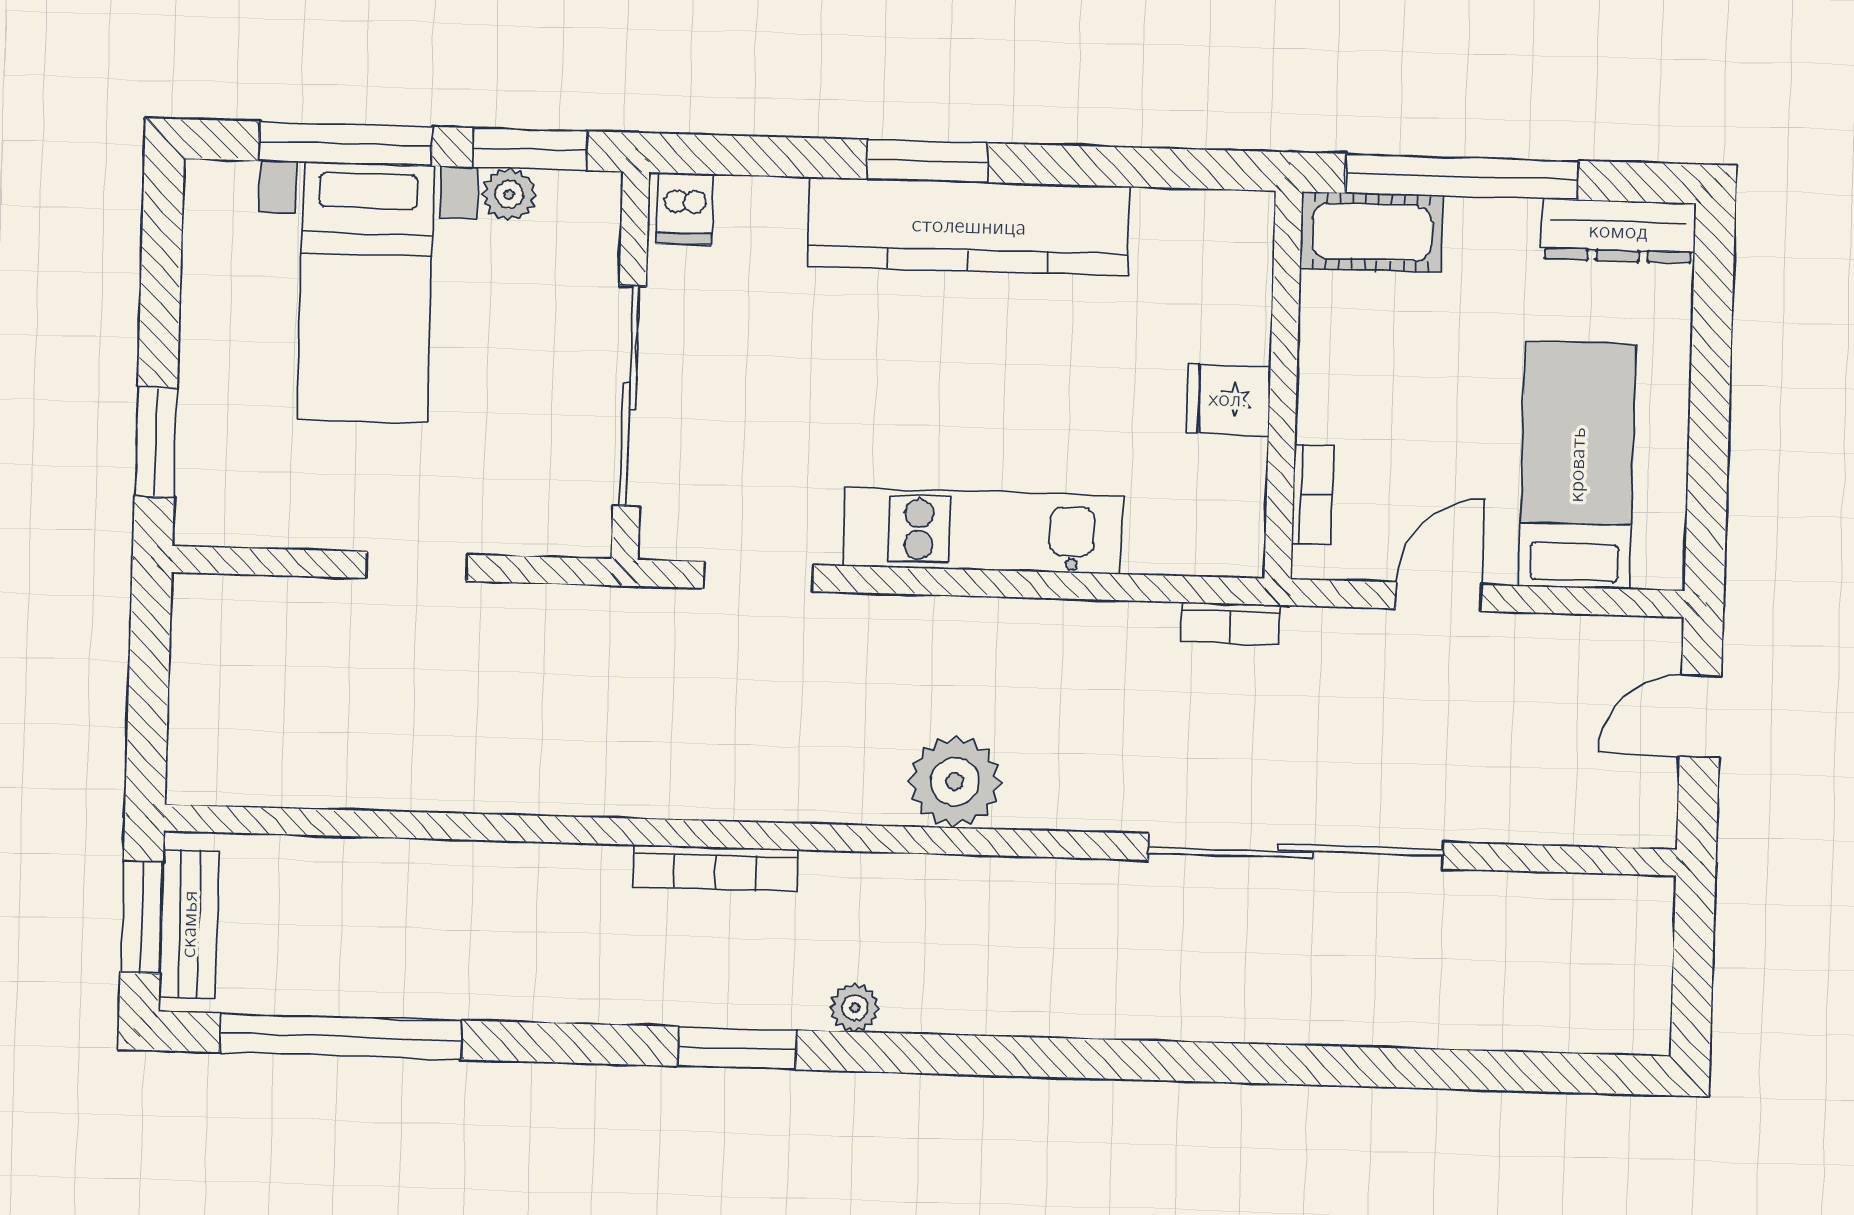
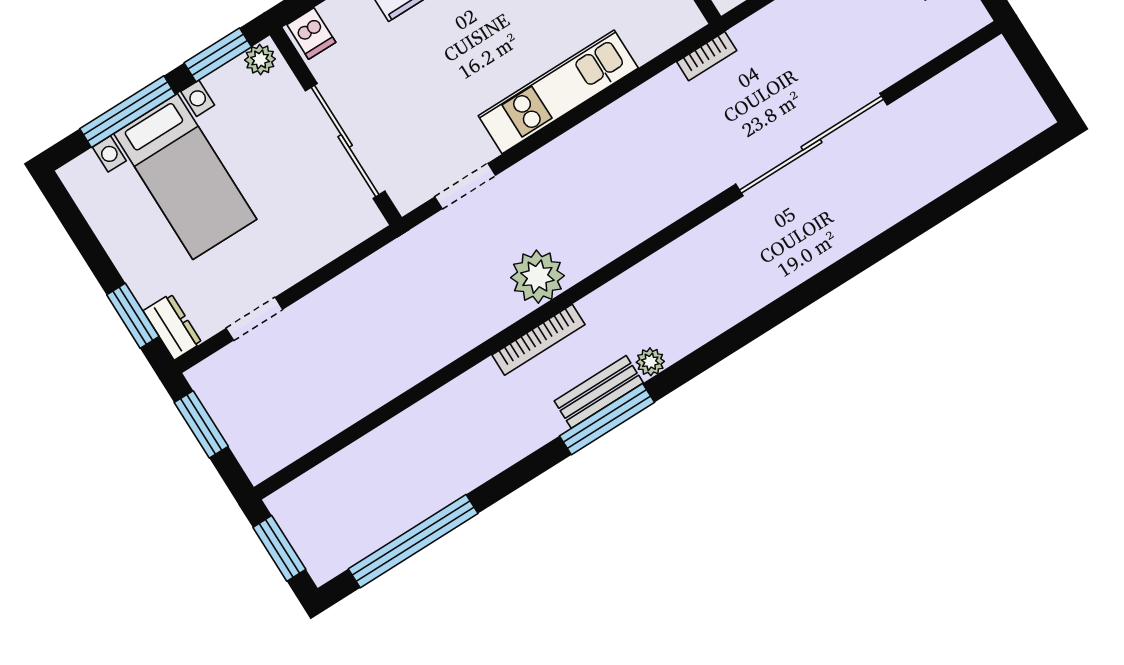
plant: (509, 195) -> (260, 60), moved
dresser: (202, 496) -> (173, 327), added
doorway: (417, 566) -> (254, 319), moved
window: (149, 664) -> (201, 424), added
plant: (955, 782) -> (537, 277), moved
bench: (189, 924) -> (599, 392), moved, turned 90
window: (737, 1048) -> (607, 419), width x1.44

